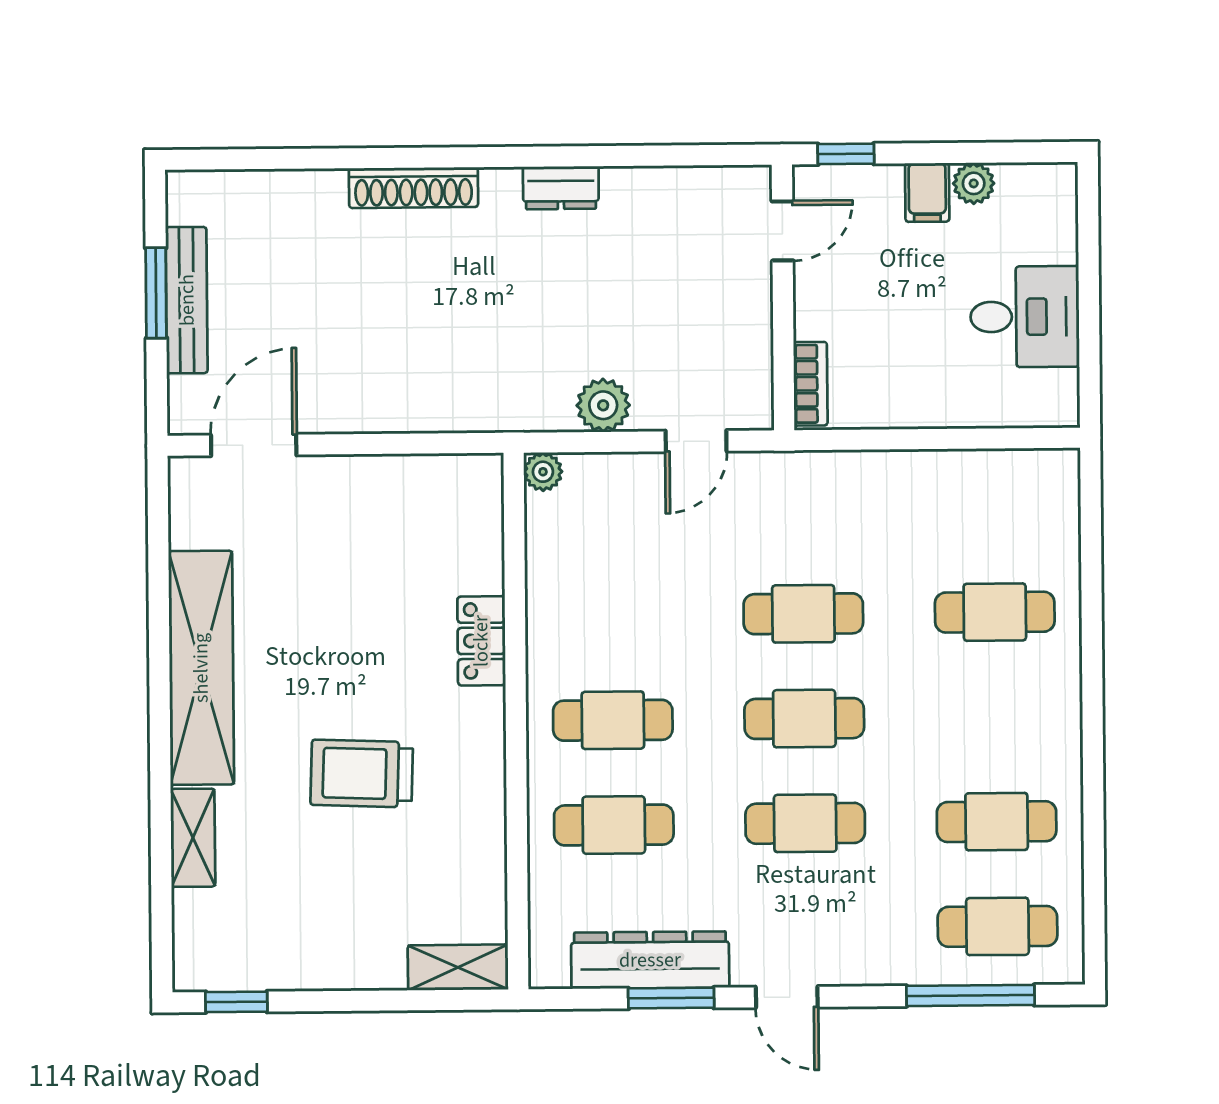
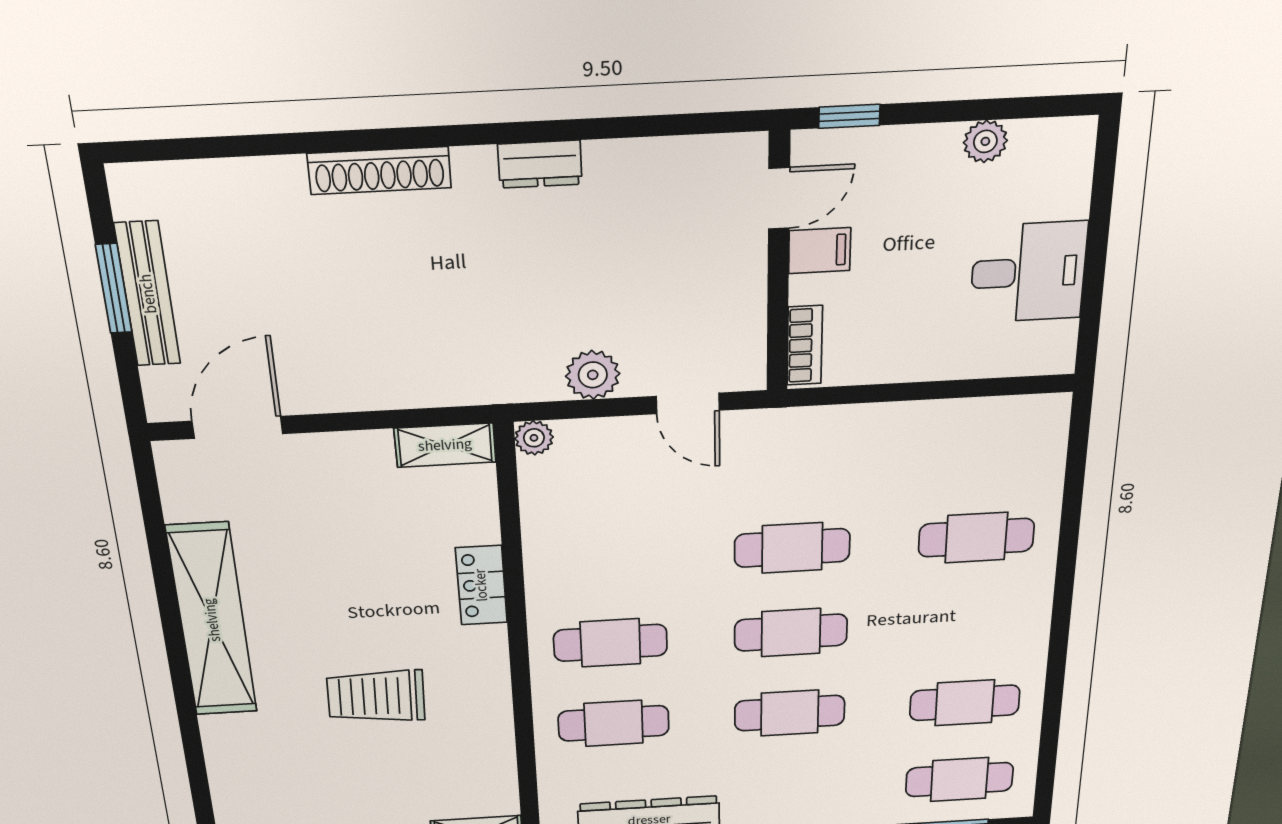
filing cabinet: (927, 193) -> (820, 251), moved, turned -90
door: (696, 441) -> (688, 403), hinge flipped
shelving: (193, 838) -> (445, 445), moved, turned 90

